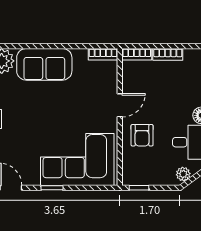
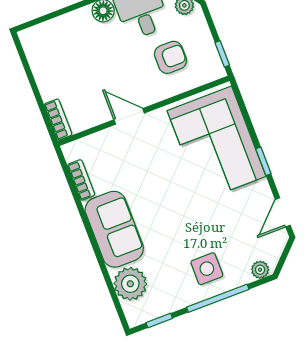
bookcase: (103, 54) -> (81, 180), moved
bookcase: (168, 54) -> (43, 81), removed
armchair: (142, 135) -> (170, 57), moved

